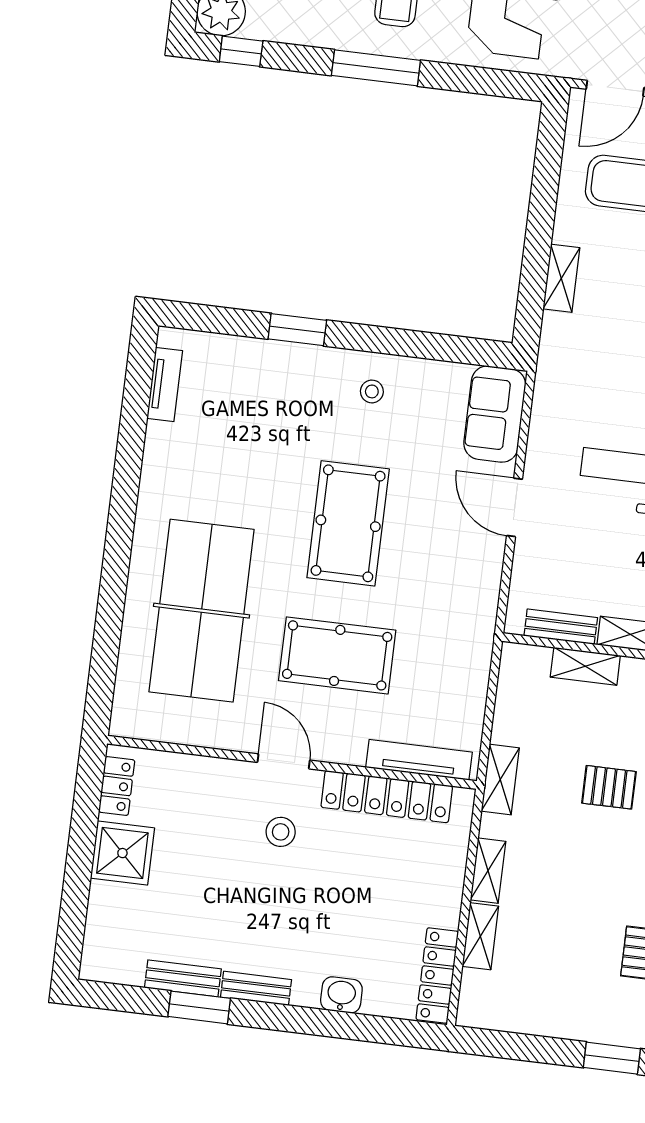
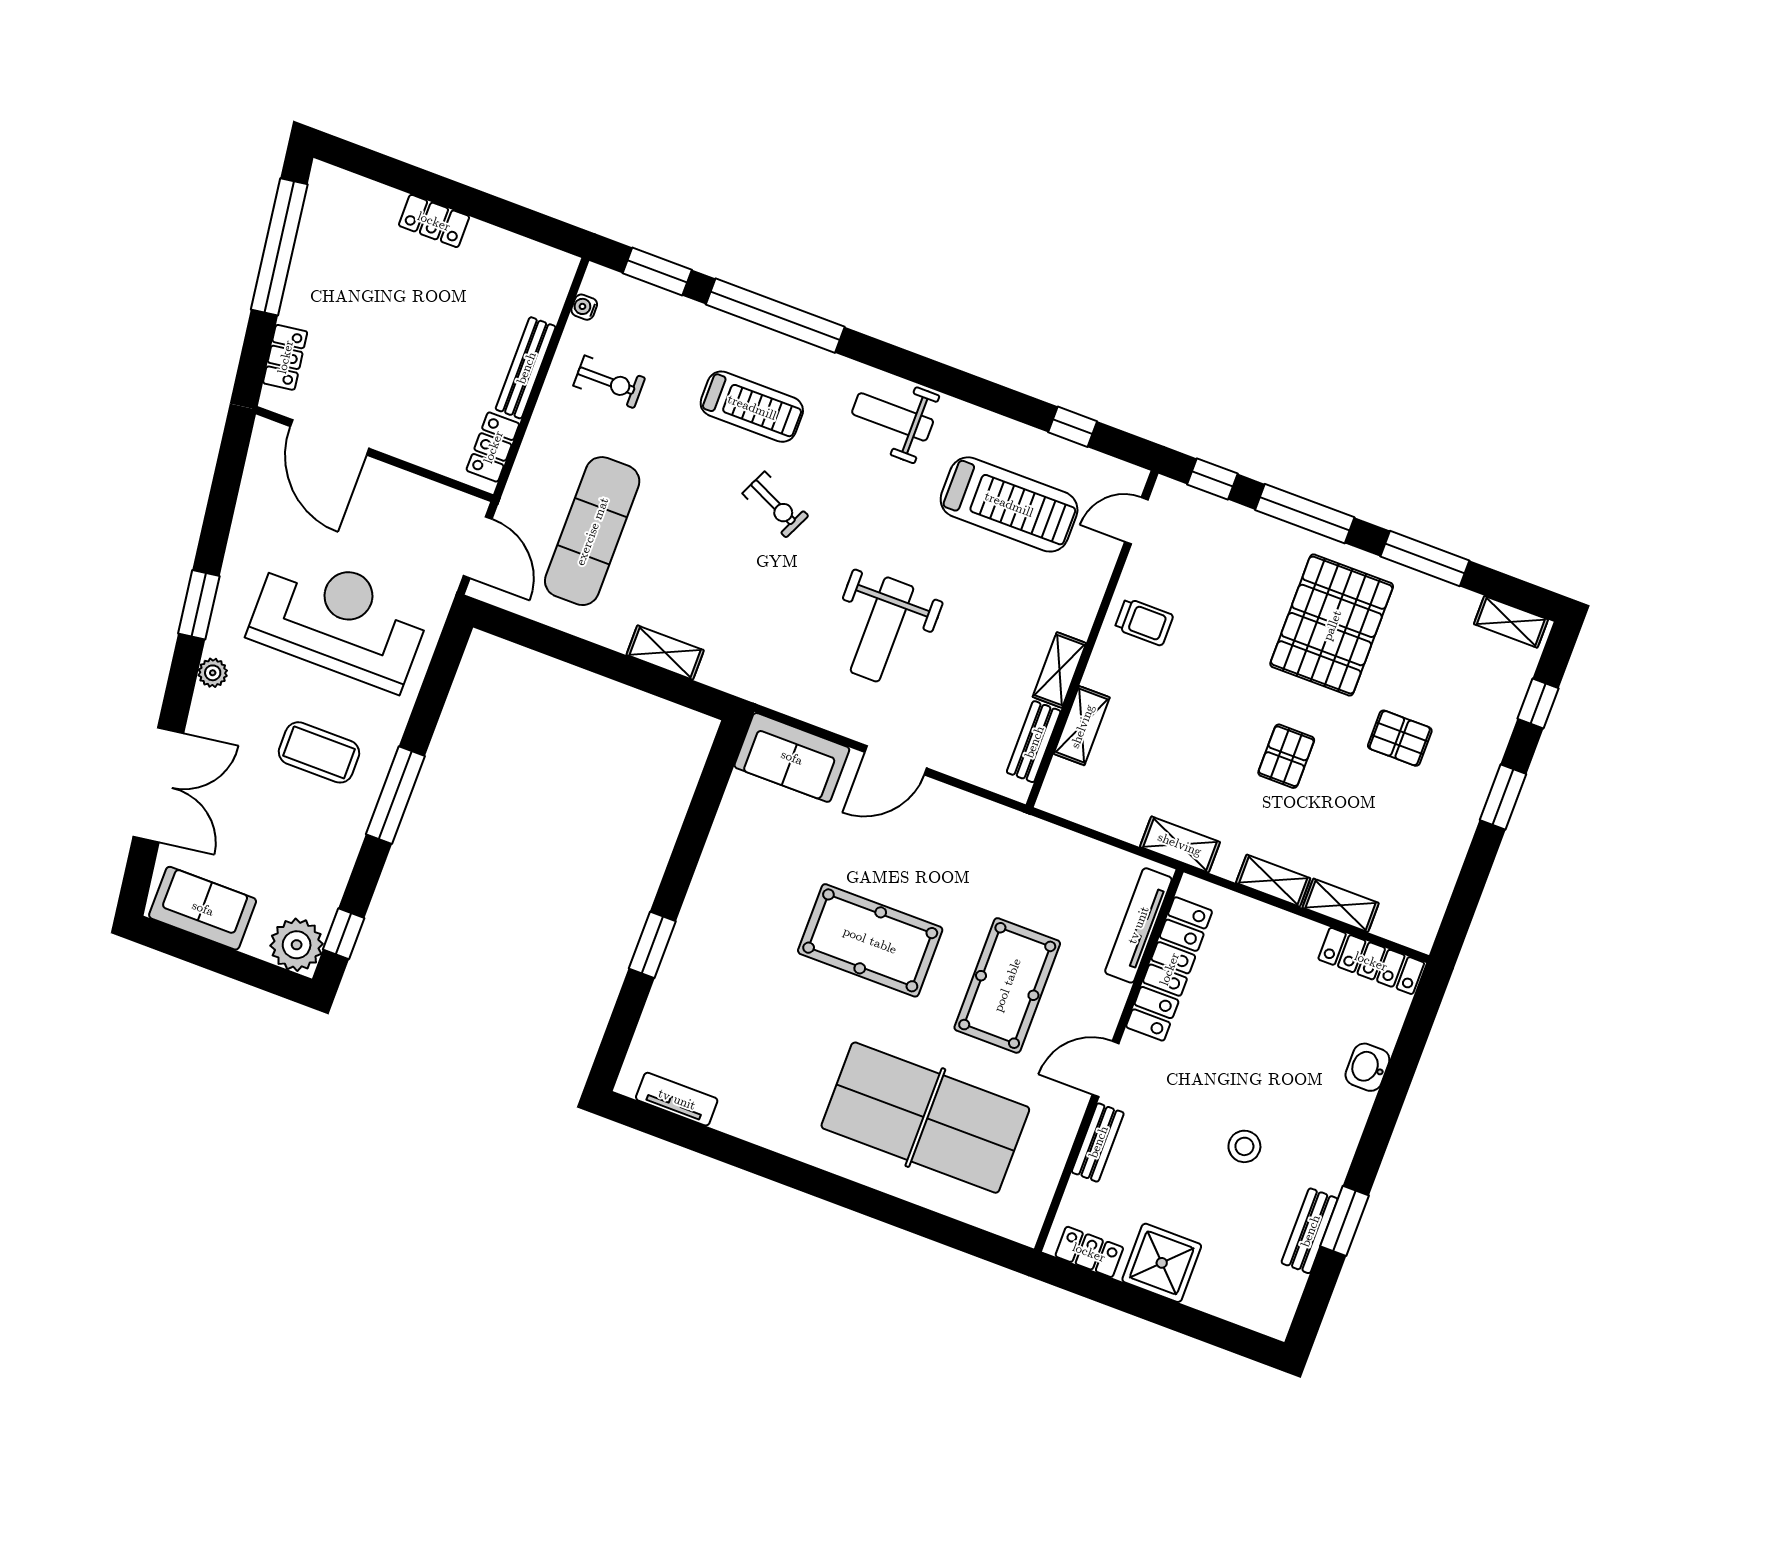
stool: (372, 391) -> (737, 882), removed
pallet: (609, 787) -> (1286, 756), moved
stool: (281, 832) -> (1244, 1146), moved
bench: (256, 988) -> (1098, 1142), moved

